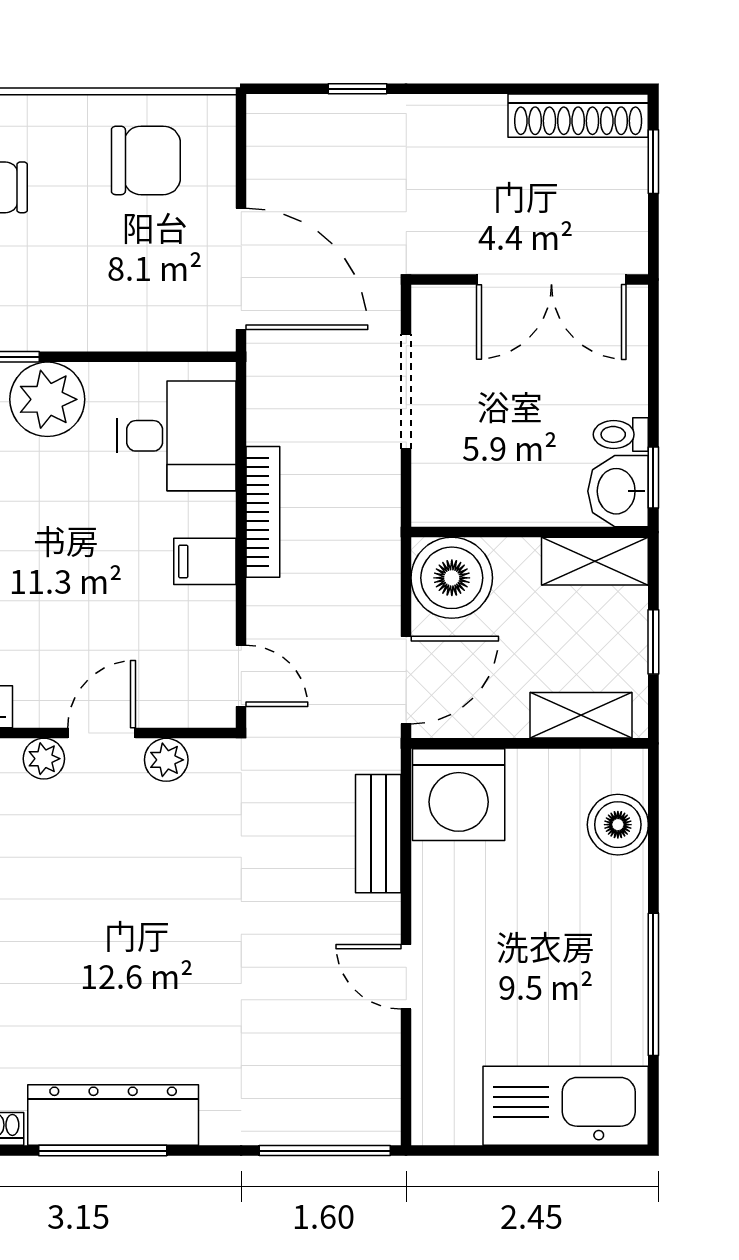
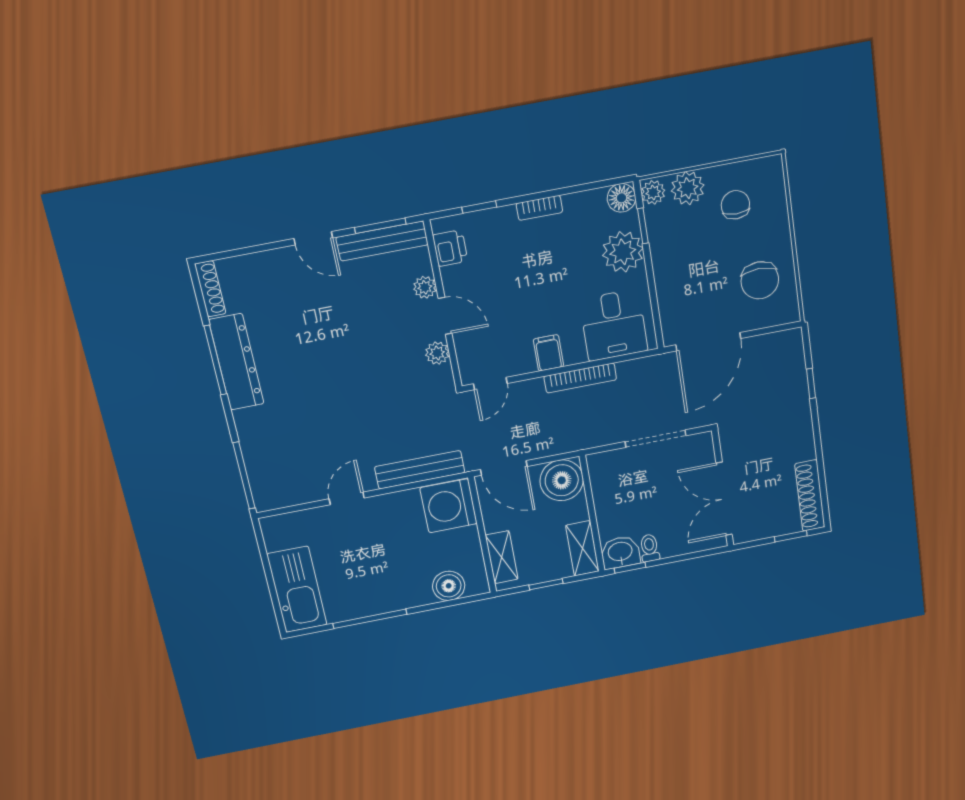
bench: (378, 834) -> (420, 470), width x1.36

